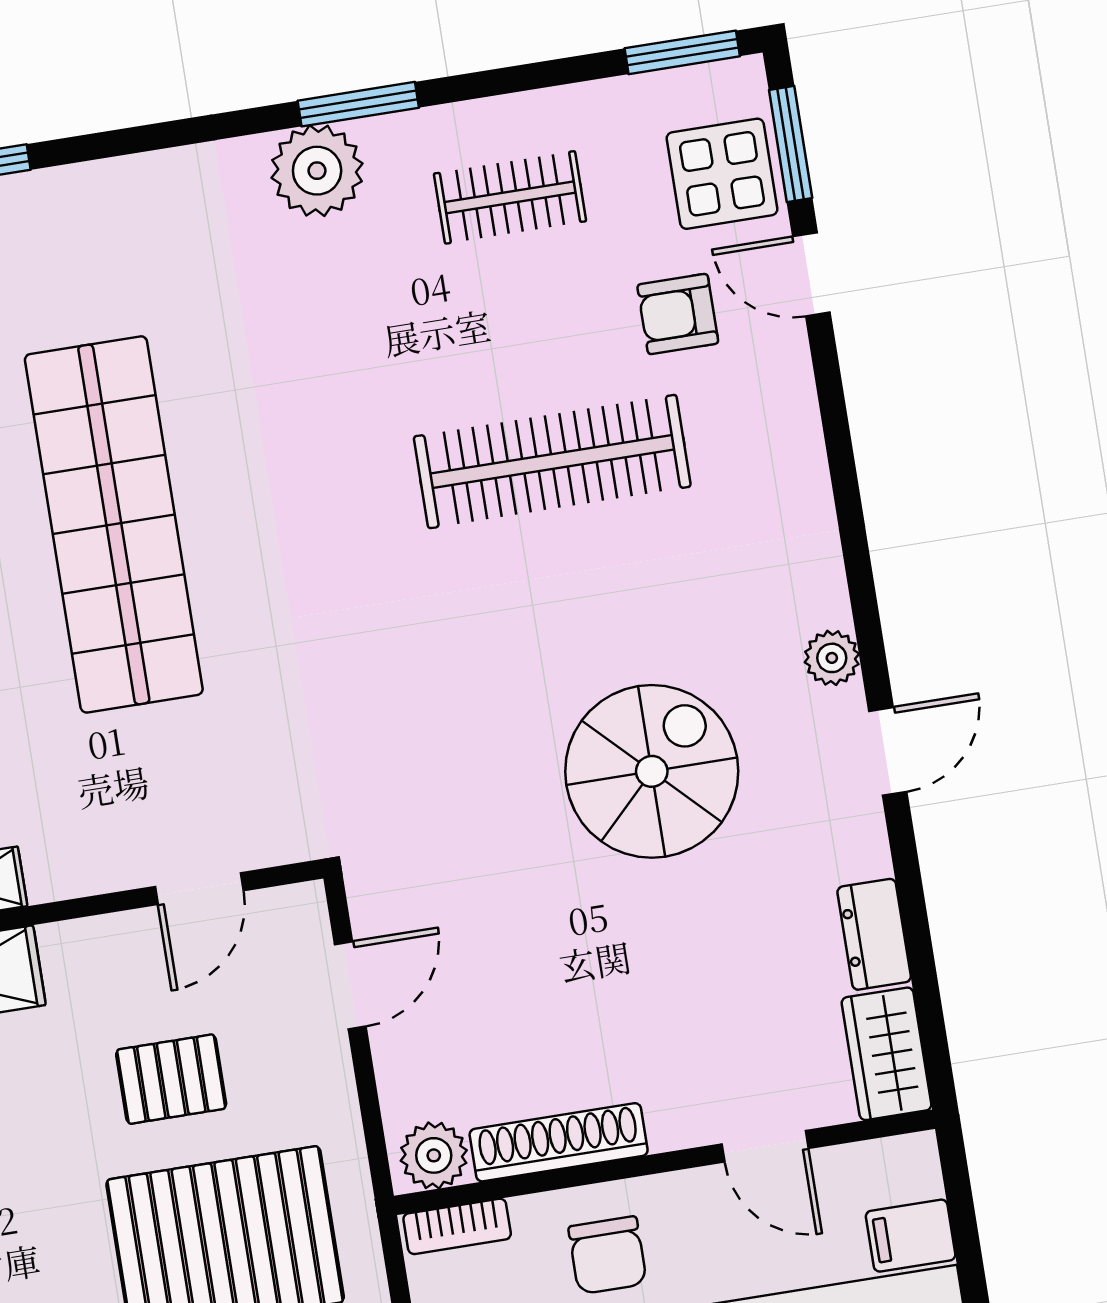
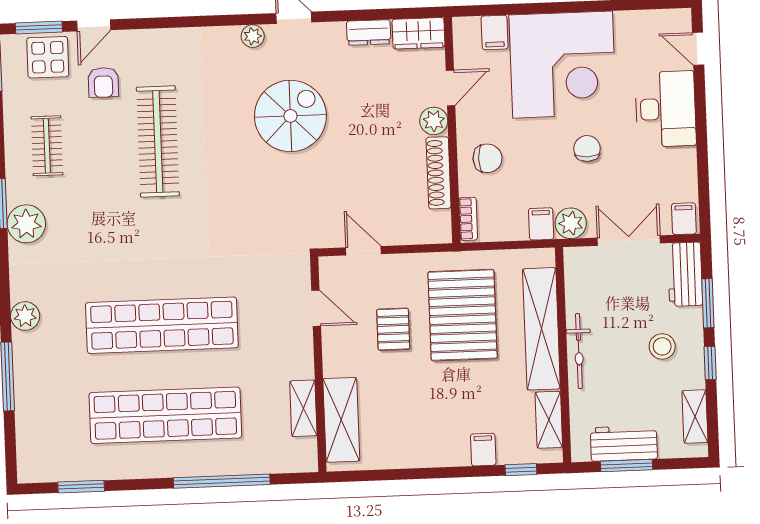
plant: (96, 194) -> (25, 316), added
spiral stairs: (652, 771) -> (290, 116), turned 90
plant: (434, 1155) -> (434, 121), moved

